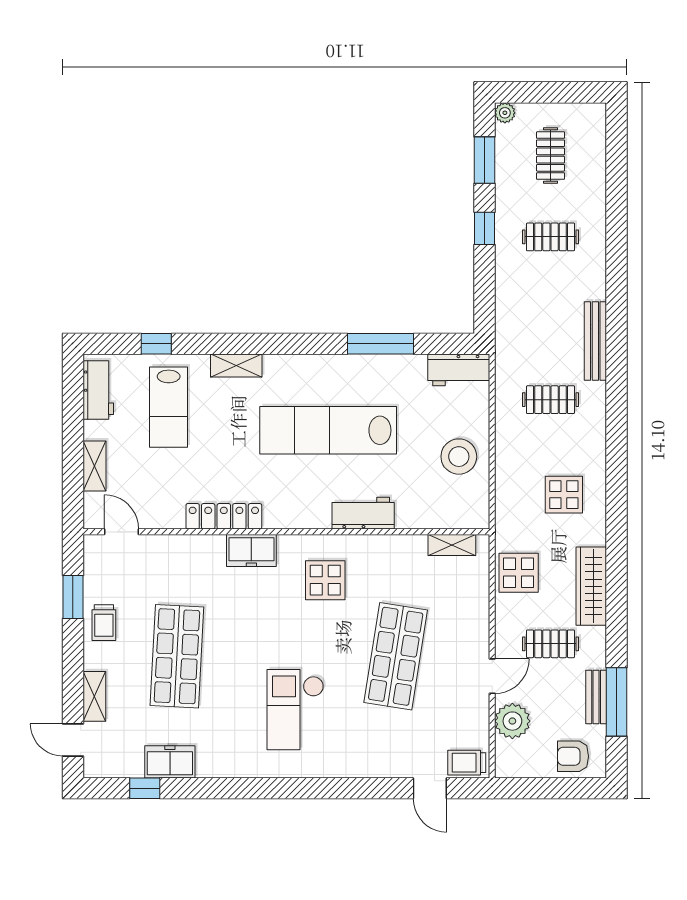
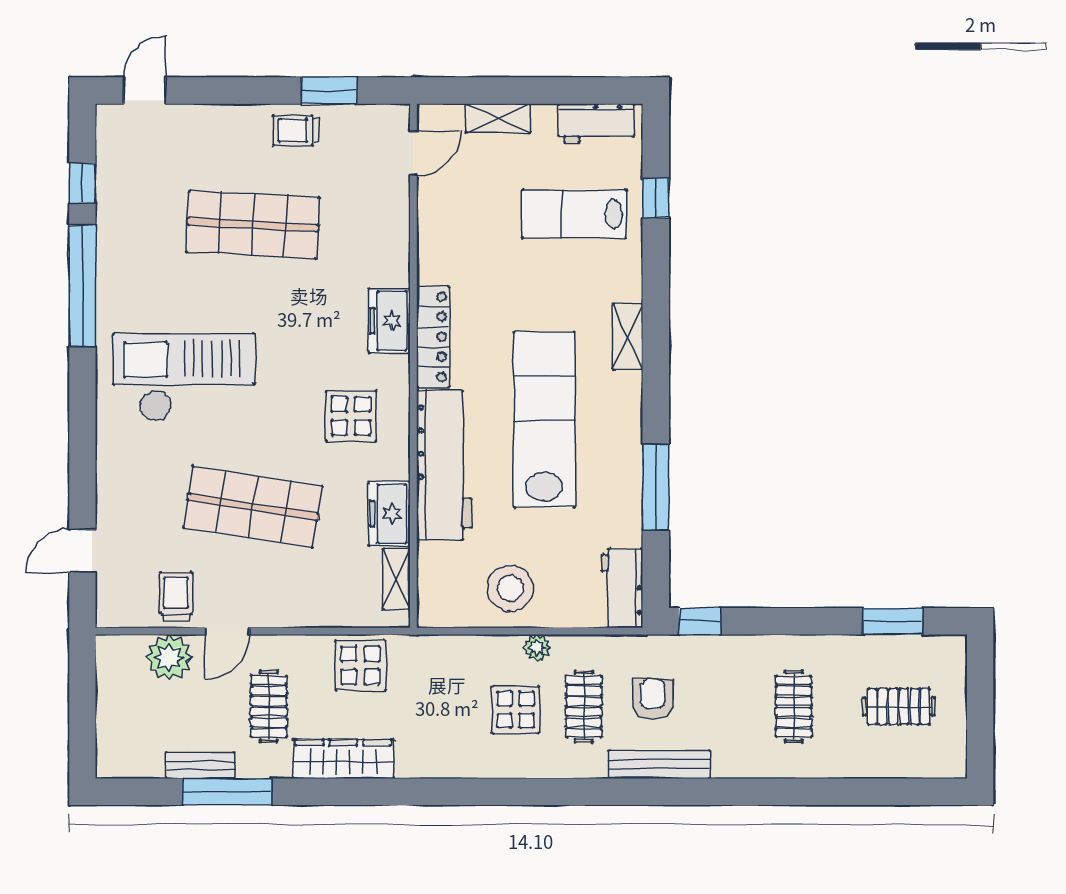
plant: (505, 113) -> (537, 648), moved
window: (484, 228) -> (700, 621), moved
shelving: (236, 366) -> (628, 336), moved
display table: (564, 495) -> (516, 710), moved
workbench: (363, 513) -> (444, 465), width x1.88, depth x1.32
locker: (224, 516) -> (433, 337), moved
door: (492, 676) -> (227, 631), hinge flipped
shelving: (94, 696) -> (201, 118), removed
window: (617, 702) -> (227, 792), moved
checkout: (295, 710) -> (184, 377), width x1.36, depth x1.21
armchair: (573, 756) -> (653, 699), moved
freezer: (170, 762) -> (389, 514), moved, turned 180
trolley: (467, 763) -> (176, 596), moved
window: (224, 788) -> (82, 286), added

